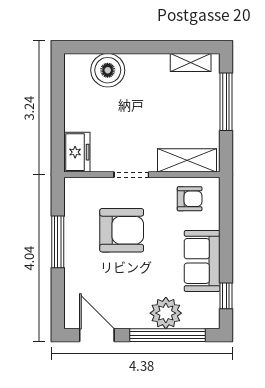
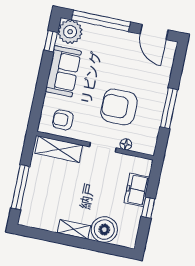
shelving: (191, 62) -> (74, 229), moved
window: (58, 110) -> (148, 208), added
freezer: (77, 152) -> (137, 190), moved
floor lamp: (103, 184) -> (126, 144), added
plant: (166, 313) -> (70, 32), moved

